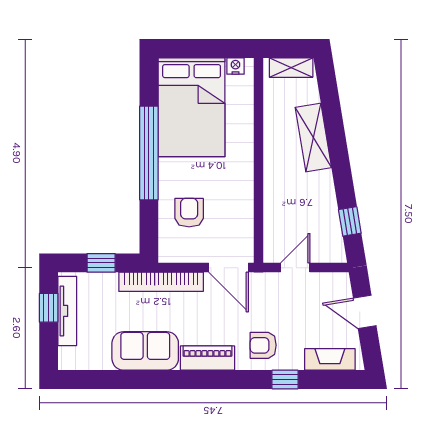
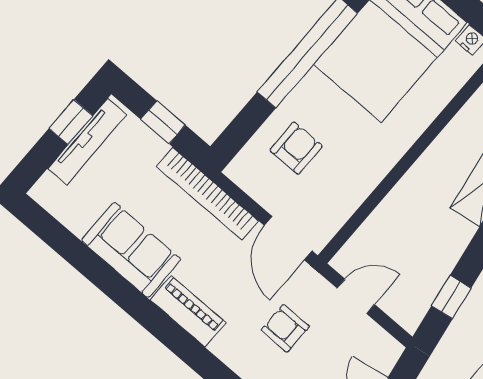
armchair: (263, 345) -> (285, 328), moved

